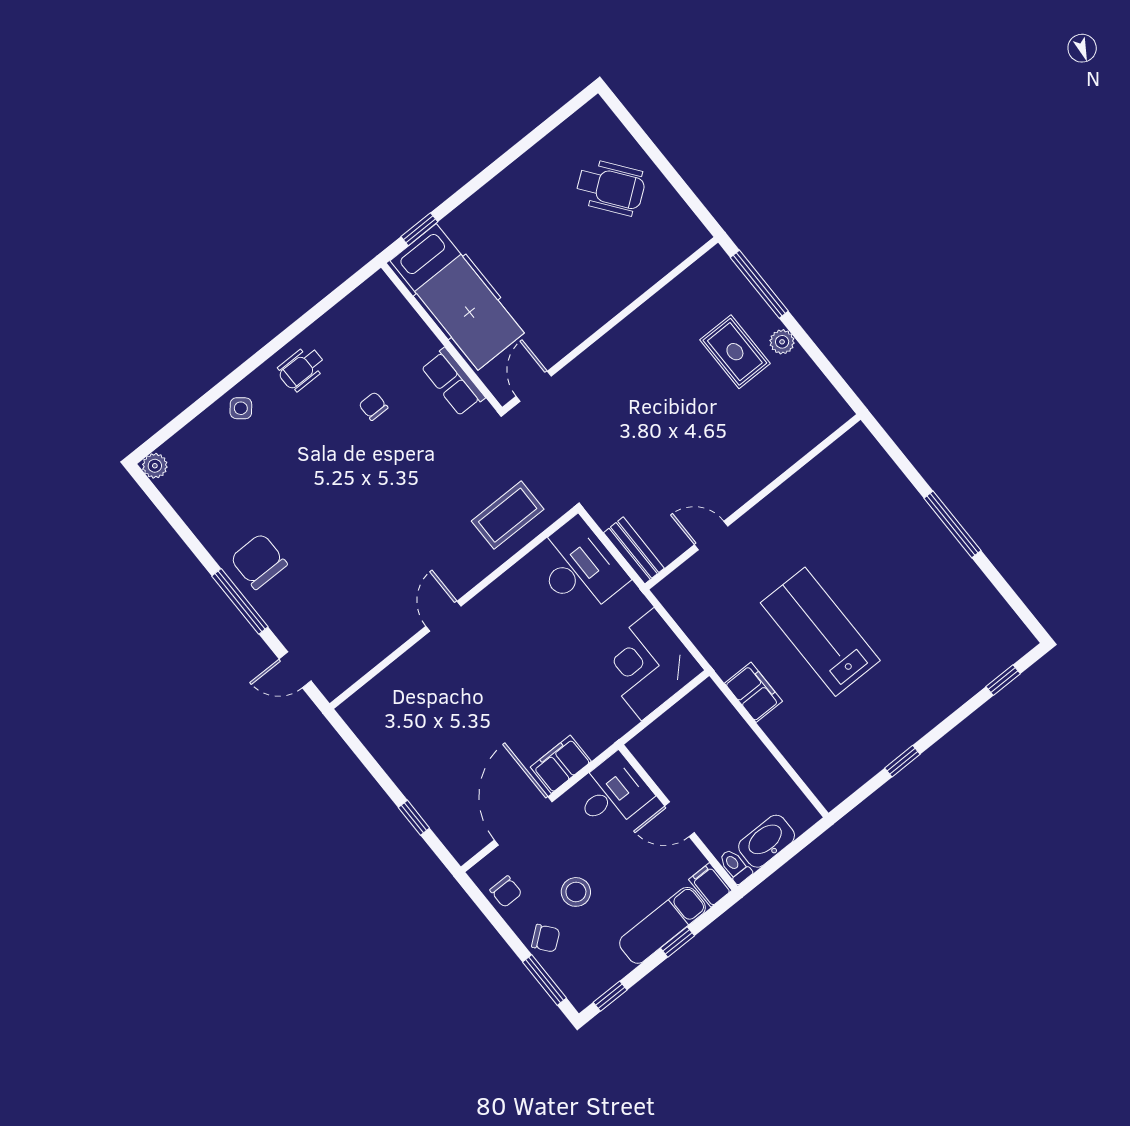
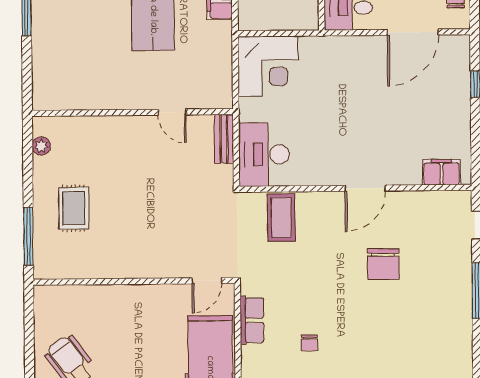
plant: (782, 342) -> (41, 146), moved
coffee table: (508, 515) -> (281, 218), turned 90
chair: (259, 561) -> (383, 264), moved
door: (444, 616) -> (365, 188), width x1.38
filing cabinet: (561, 764) -> (441, 172), moved, turned 180

